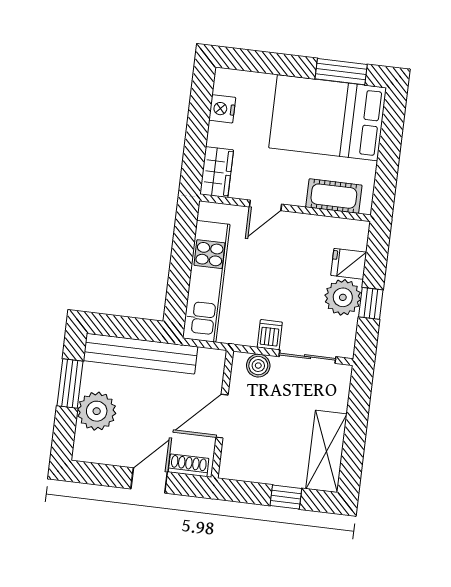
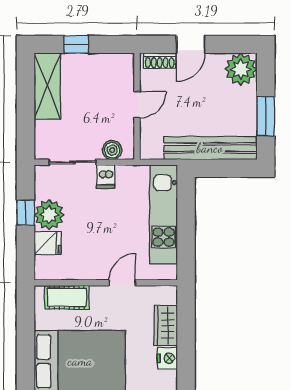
wardrobe: (217, 172) -> (166, 326), moved
plant: (97, 411) -> (241, 69), moved
door: (222, 416) -> (137, 105), width x0.73

